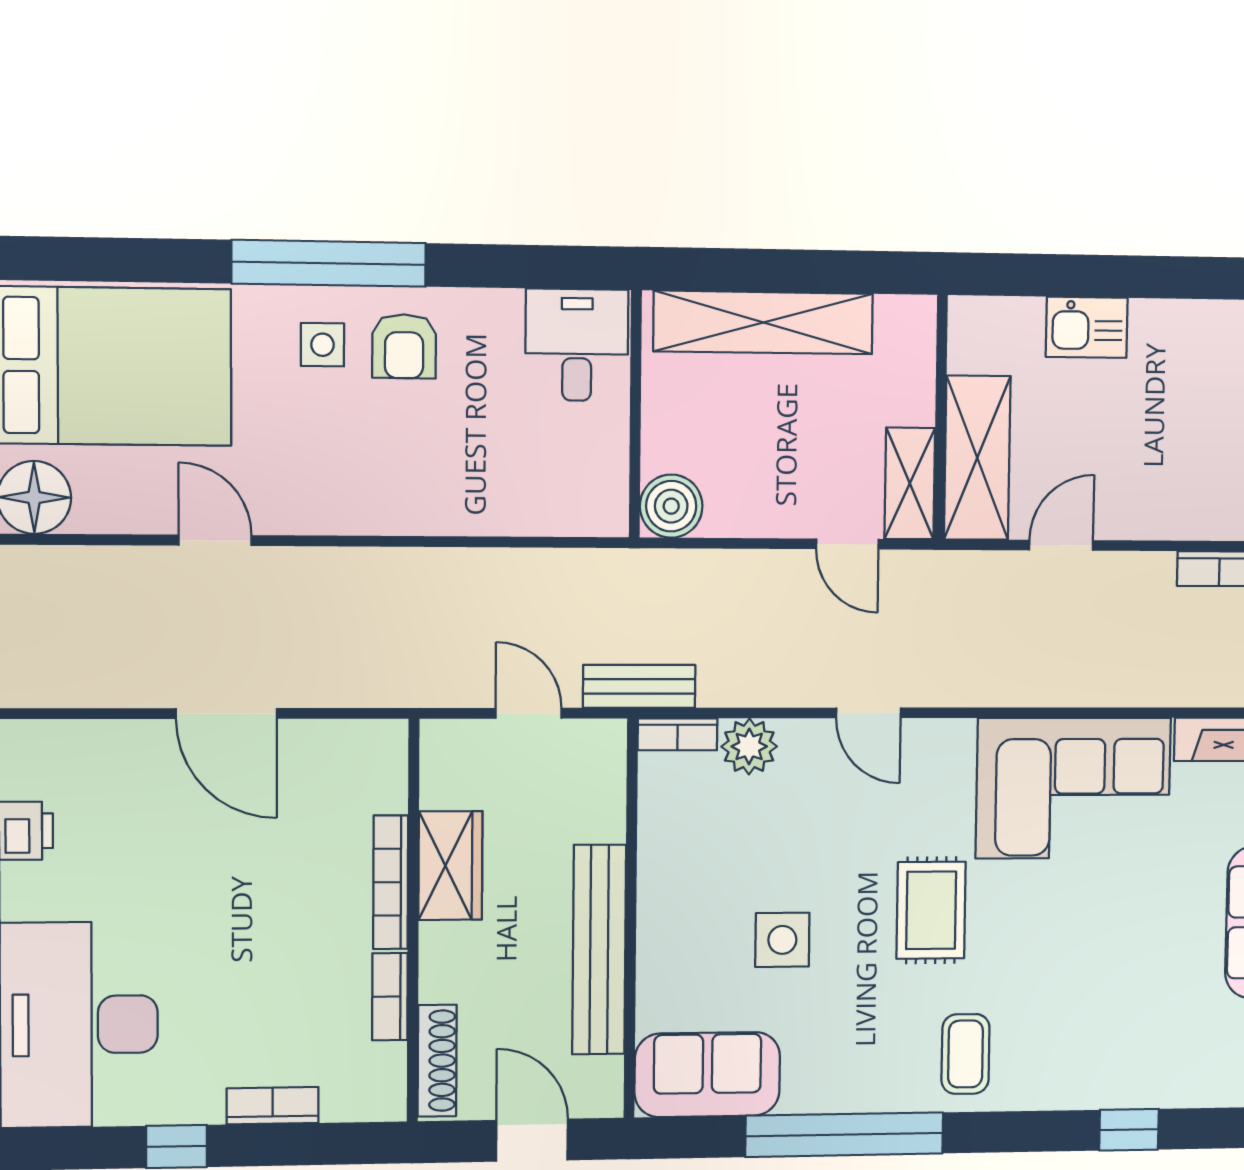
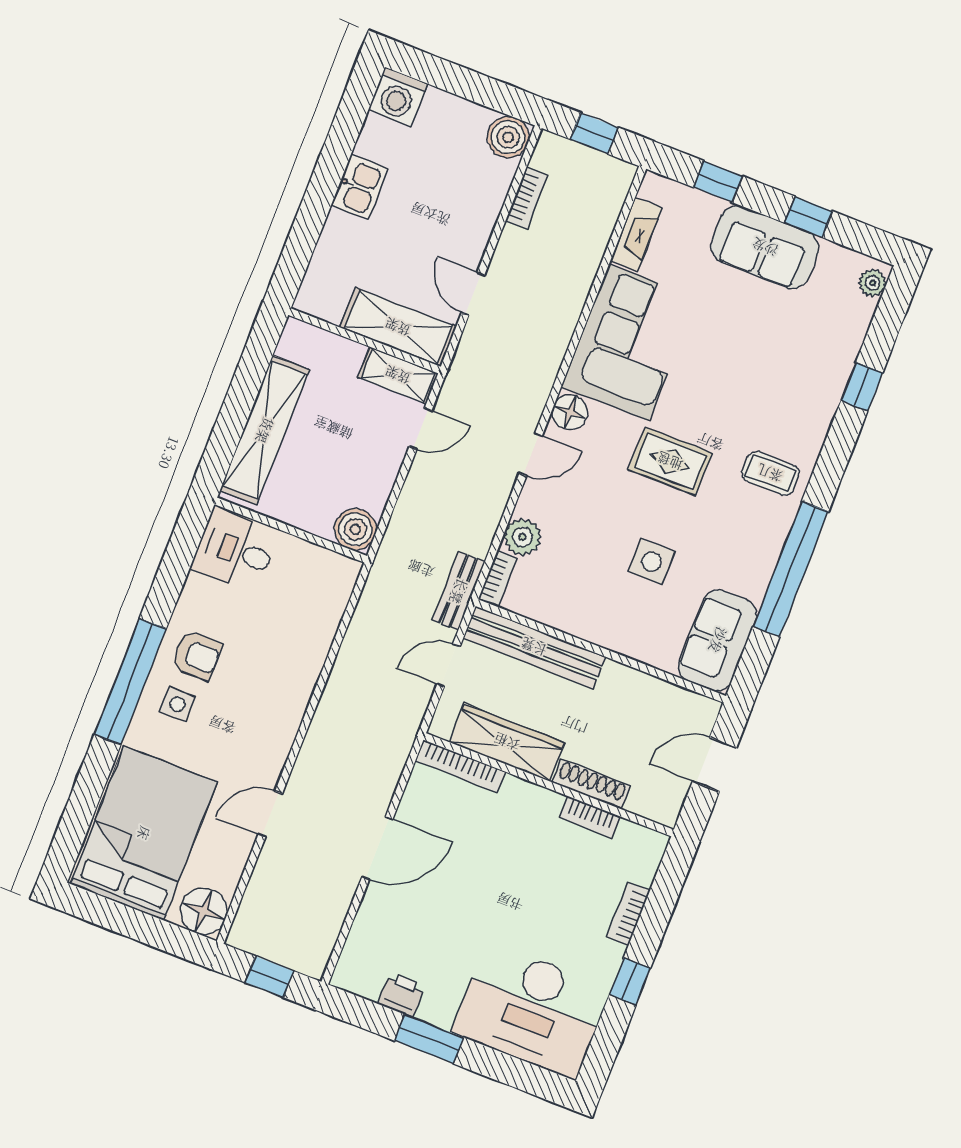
kitchen sink: (1087, 327) -> (359, 187), moved
floor lamp: (947, 744) -> (570, 412), added
wardrobe: (450, 866) -> (507, 742), width x1.50
bookcase: (391, 882) -> (460, 766), moved
bench: (599, 950) -> (534, 647), moved
shoe rack: (437, 1061) -> (591, 784), moved

